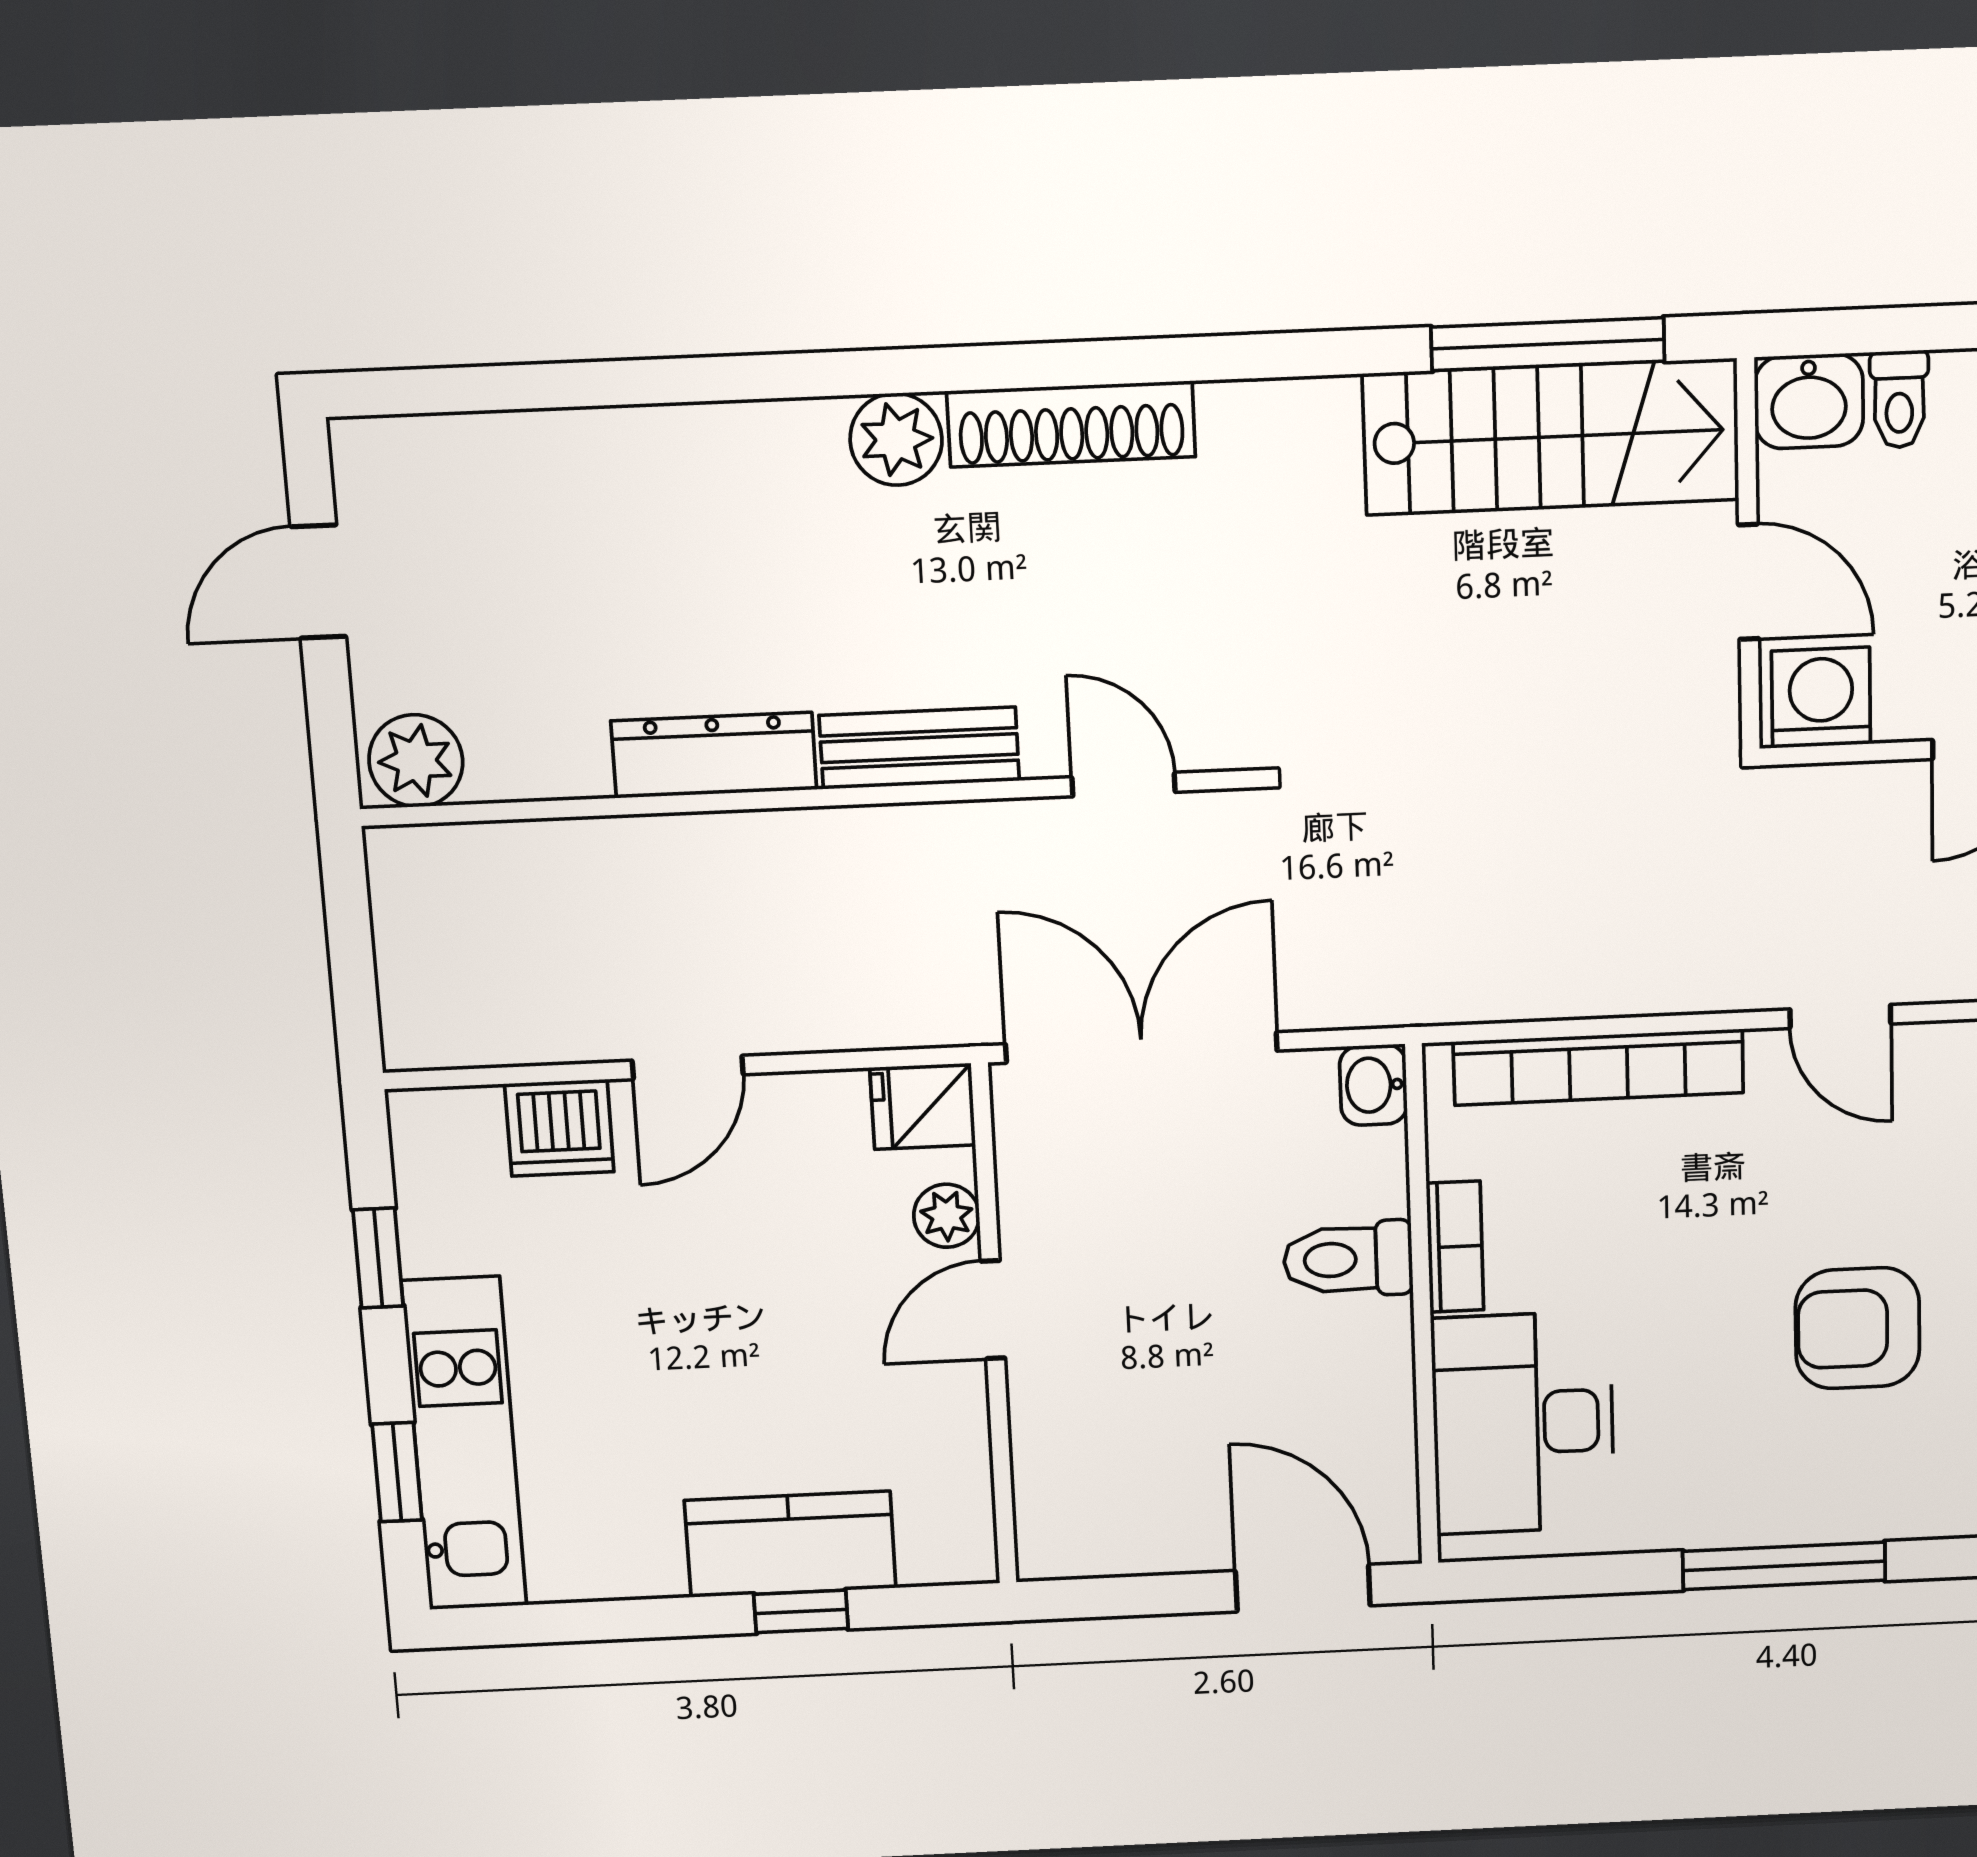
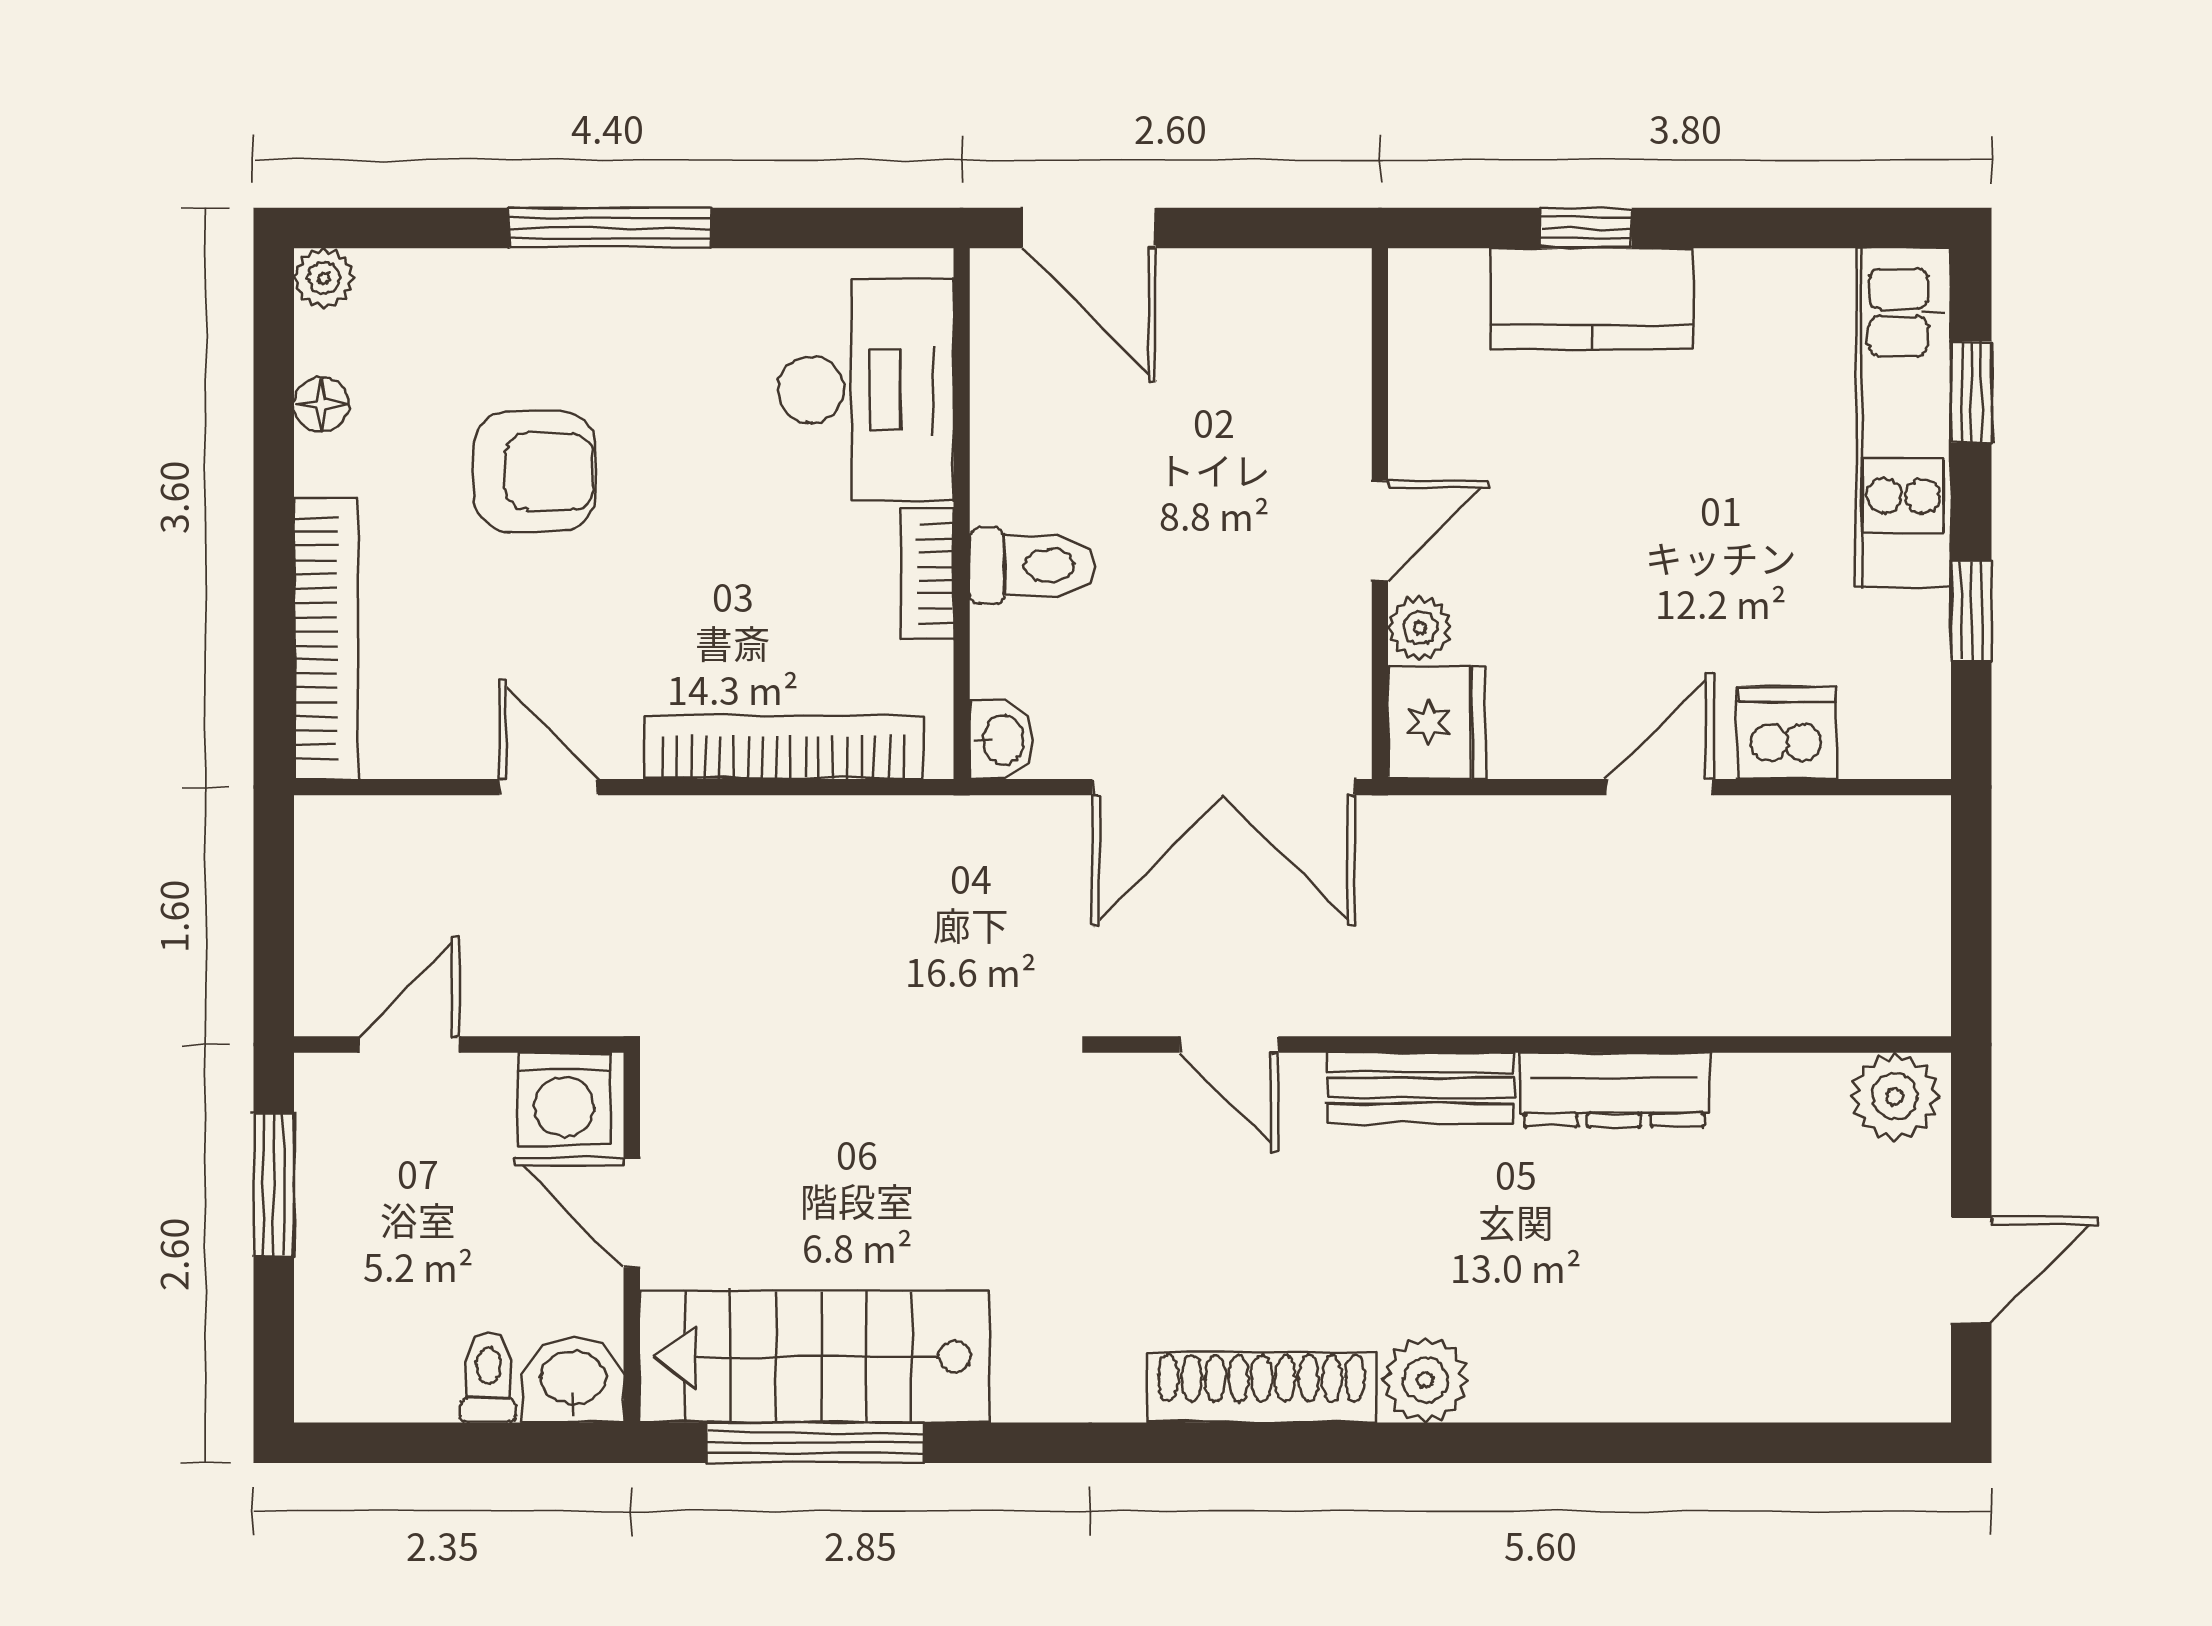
fridge: (923, 1106) -> (1437, 722), width x1.38

